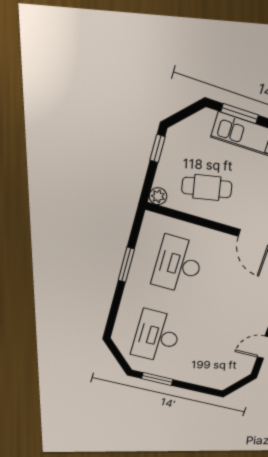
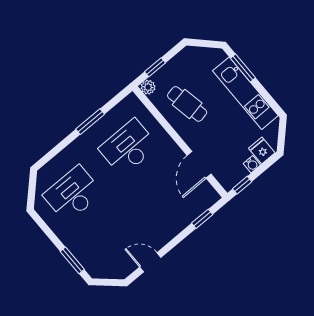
window: (158, 148) -> (155, 67), moved
window: (157, 379) -> (72, 260), moved

